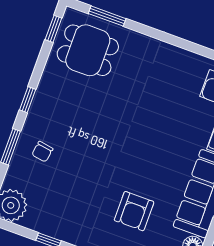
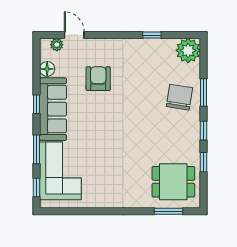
window: (53, 29) -> (204, 162), moved
chair: (42, 152) -> (179, 97), width x1.87, depth x1.87

